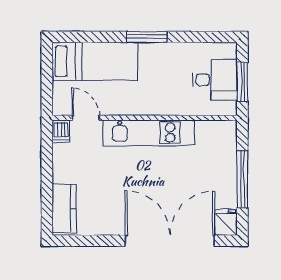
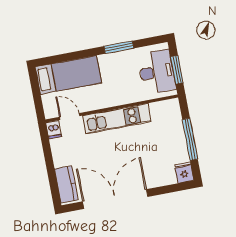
window: (147, 37) -> (119, 47), moved
desk: (215, 80) -> (157, 72), width x1.37
double door: (170, 241) -> (115, 199), moved

